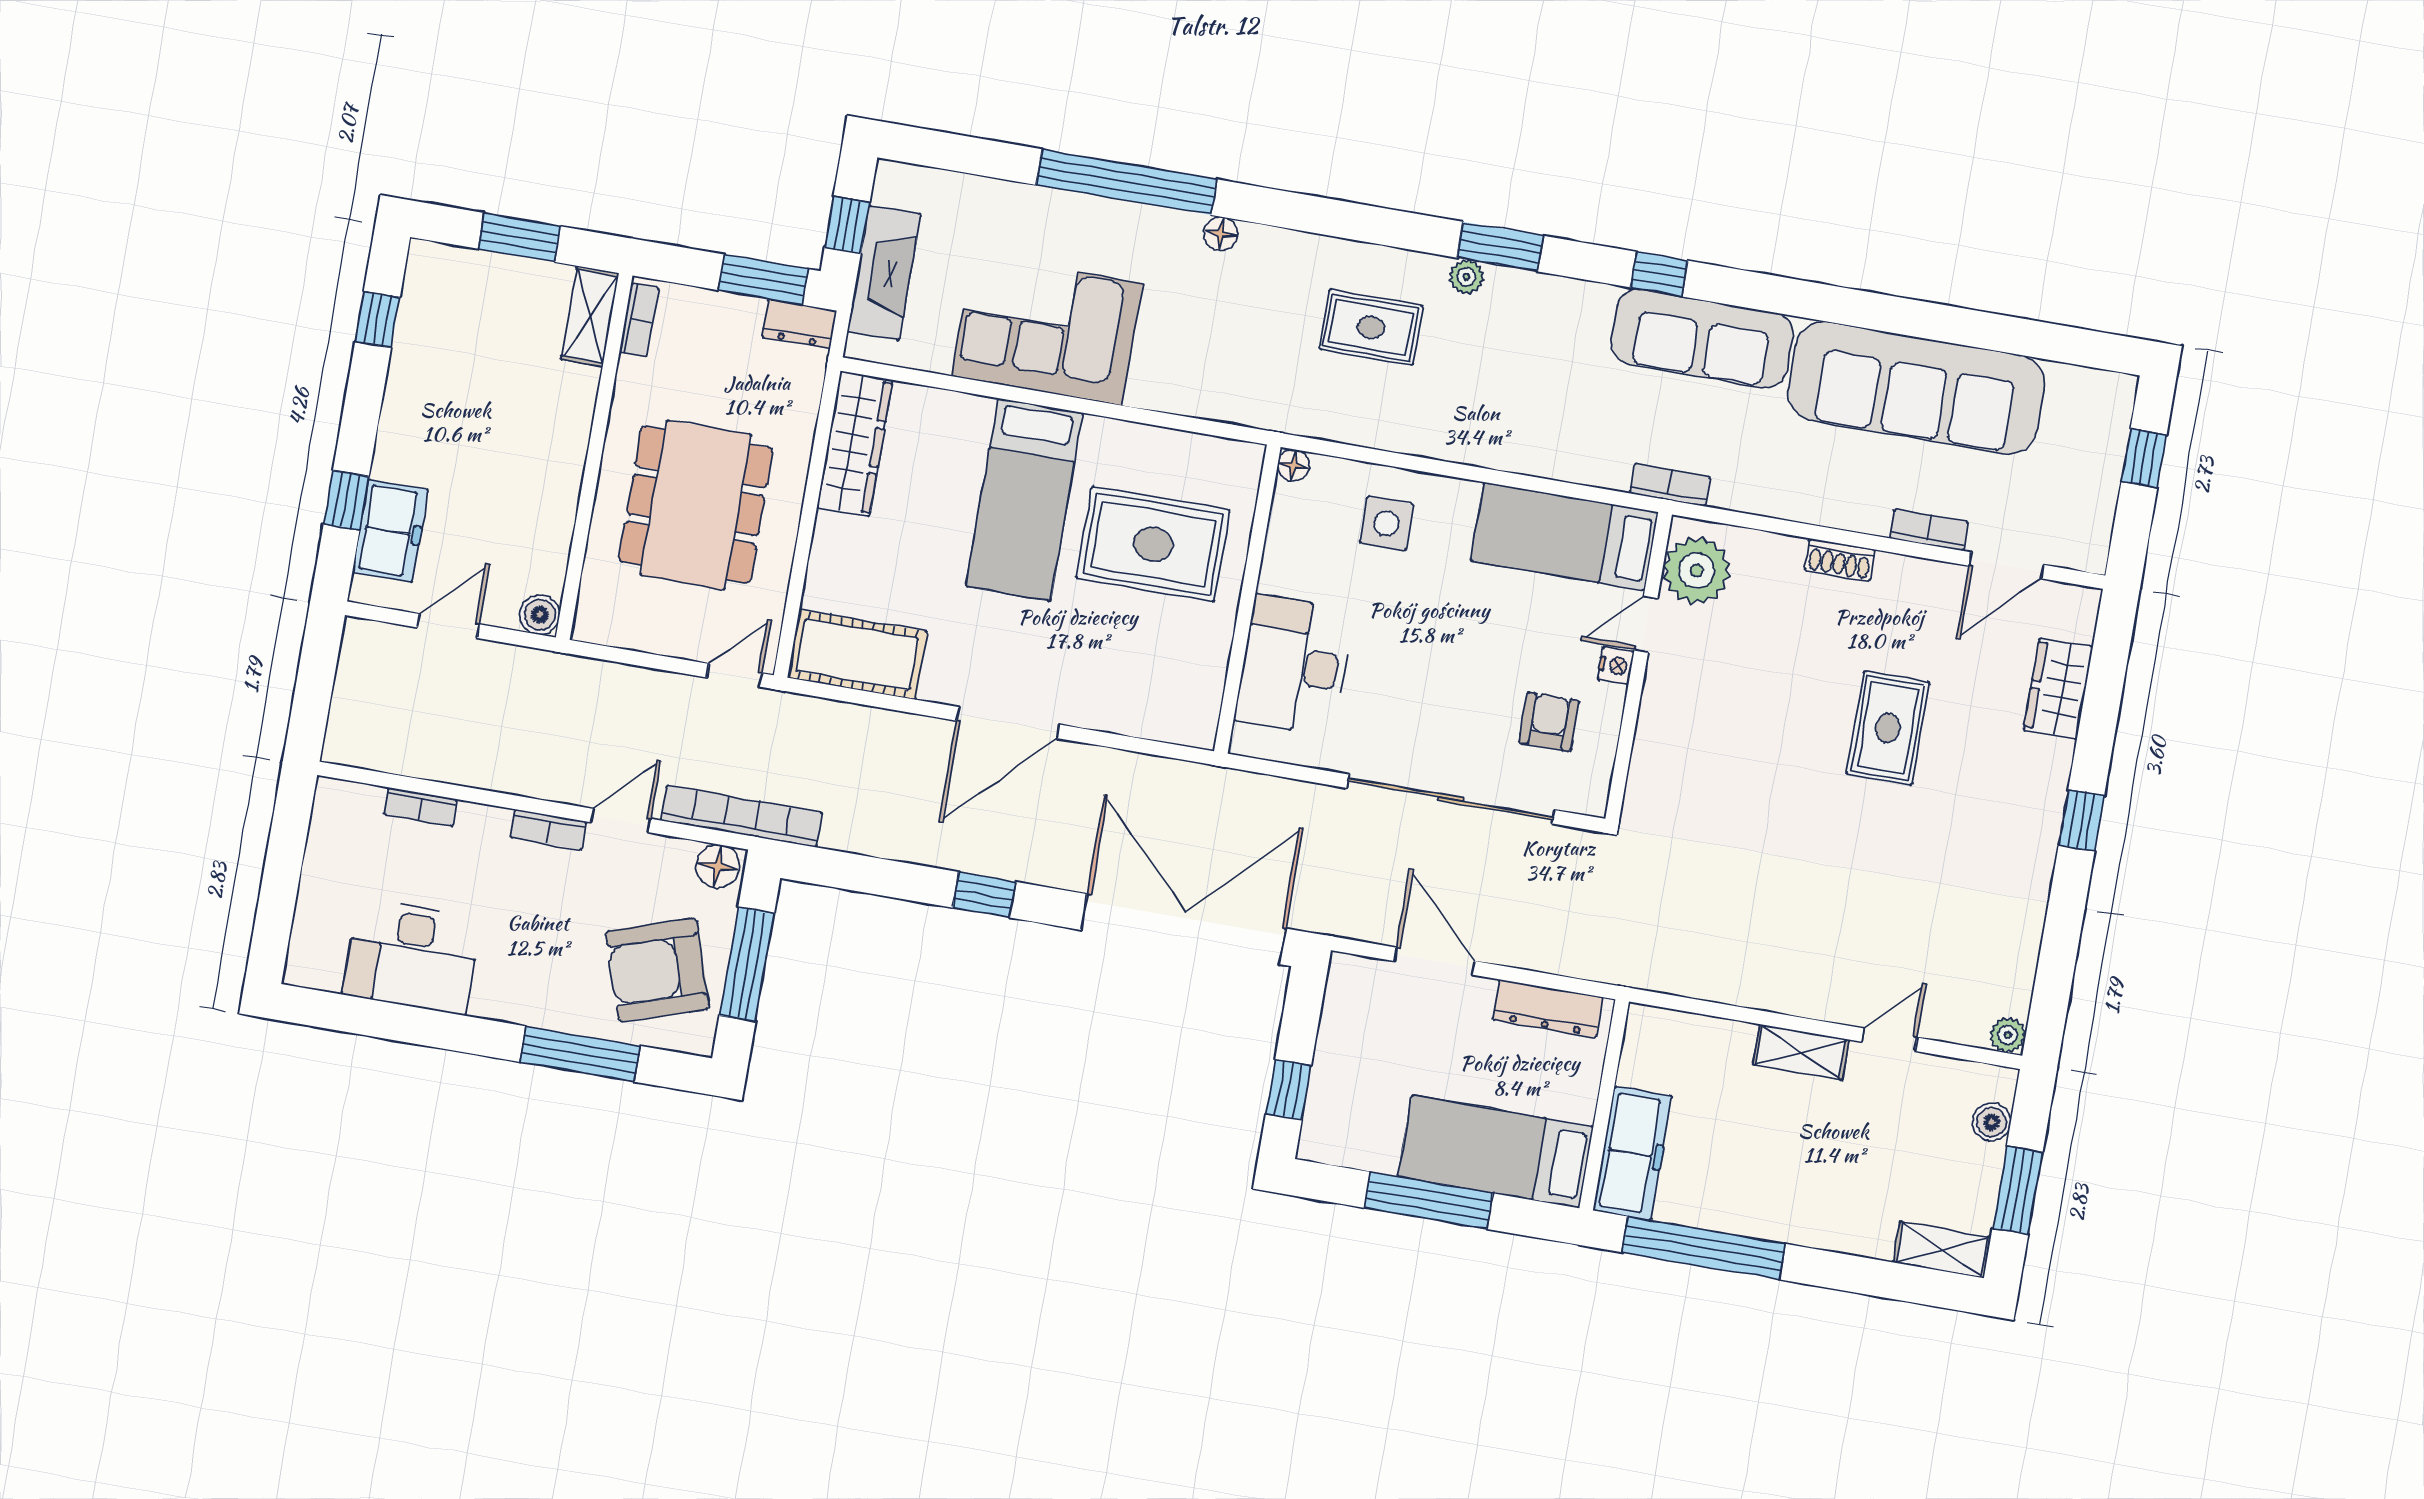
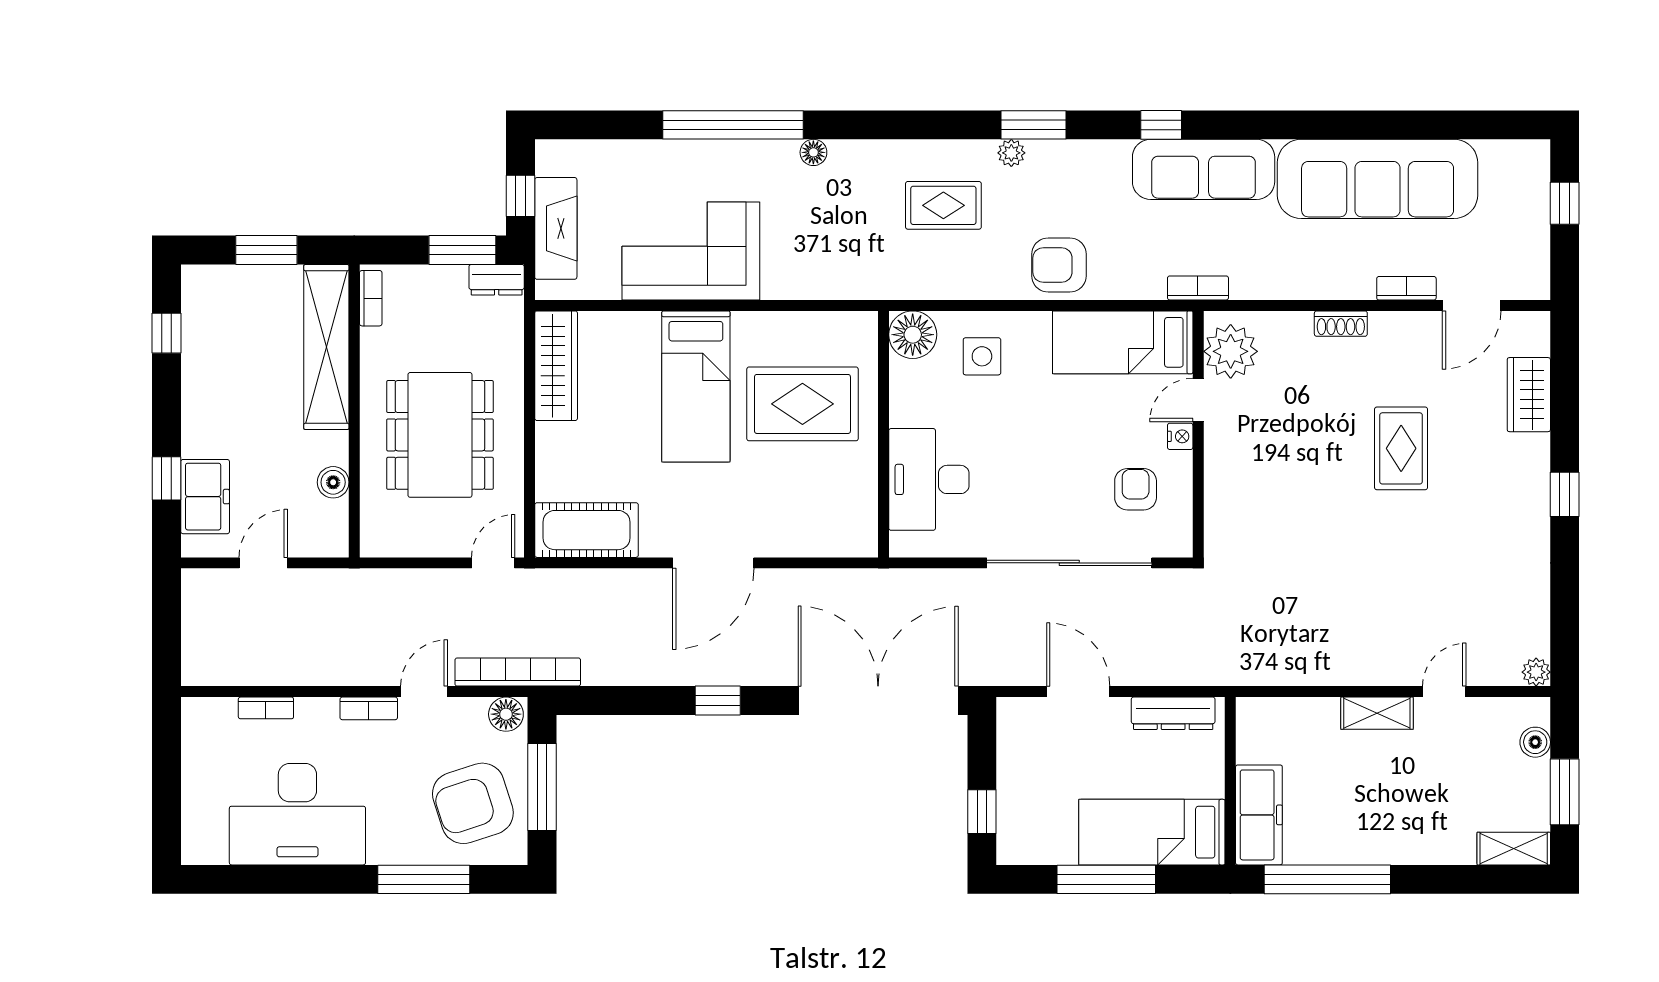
shelving: (590, 316) -> (326, 347), width x2.20, depth x1.33
armchair: (1502, 426) -> (1059, 265), added
floor lamp: (1294, 465) -> (913, 335), width x1.89, depth x1.89
boiler: (540, 615) -> (333, 482), moved
desk: (412, 956) -> (297, 814), width x1.36, depth x1.30

